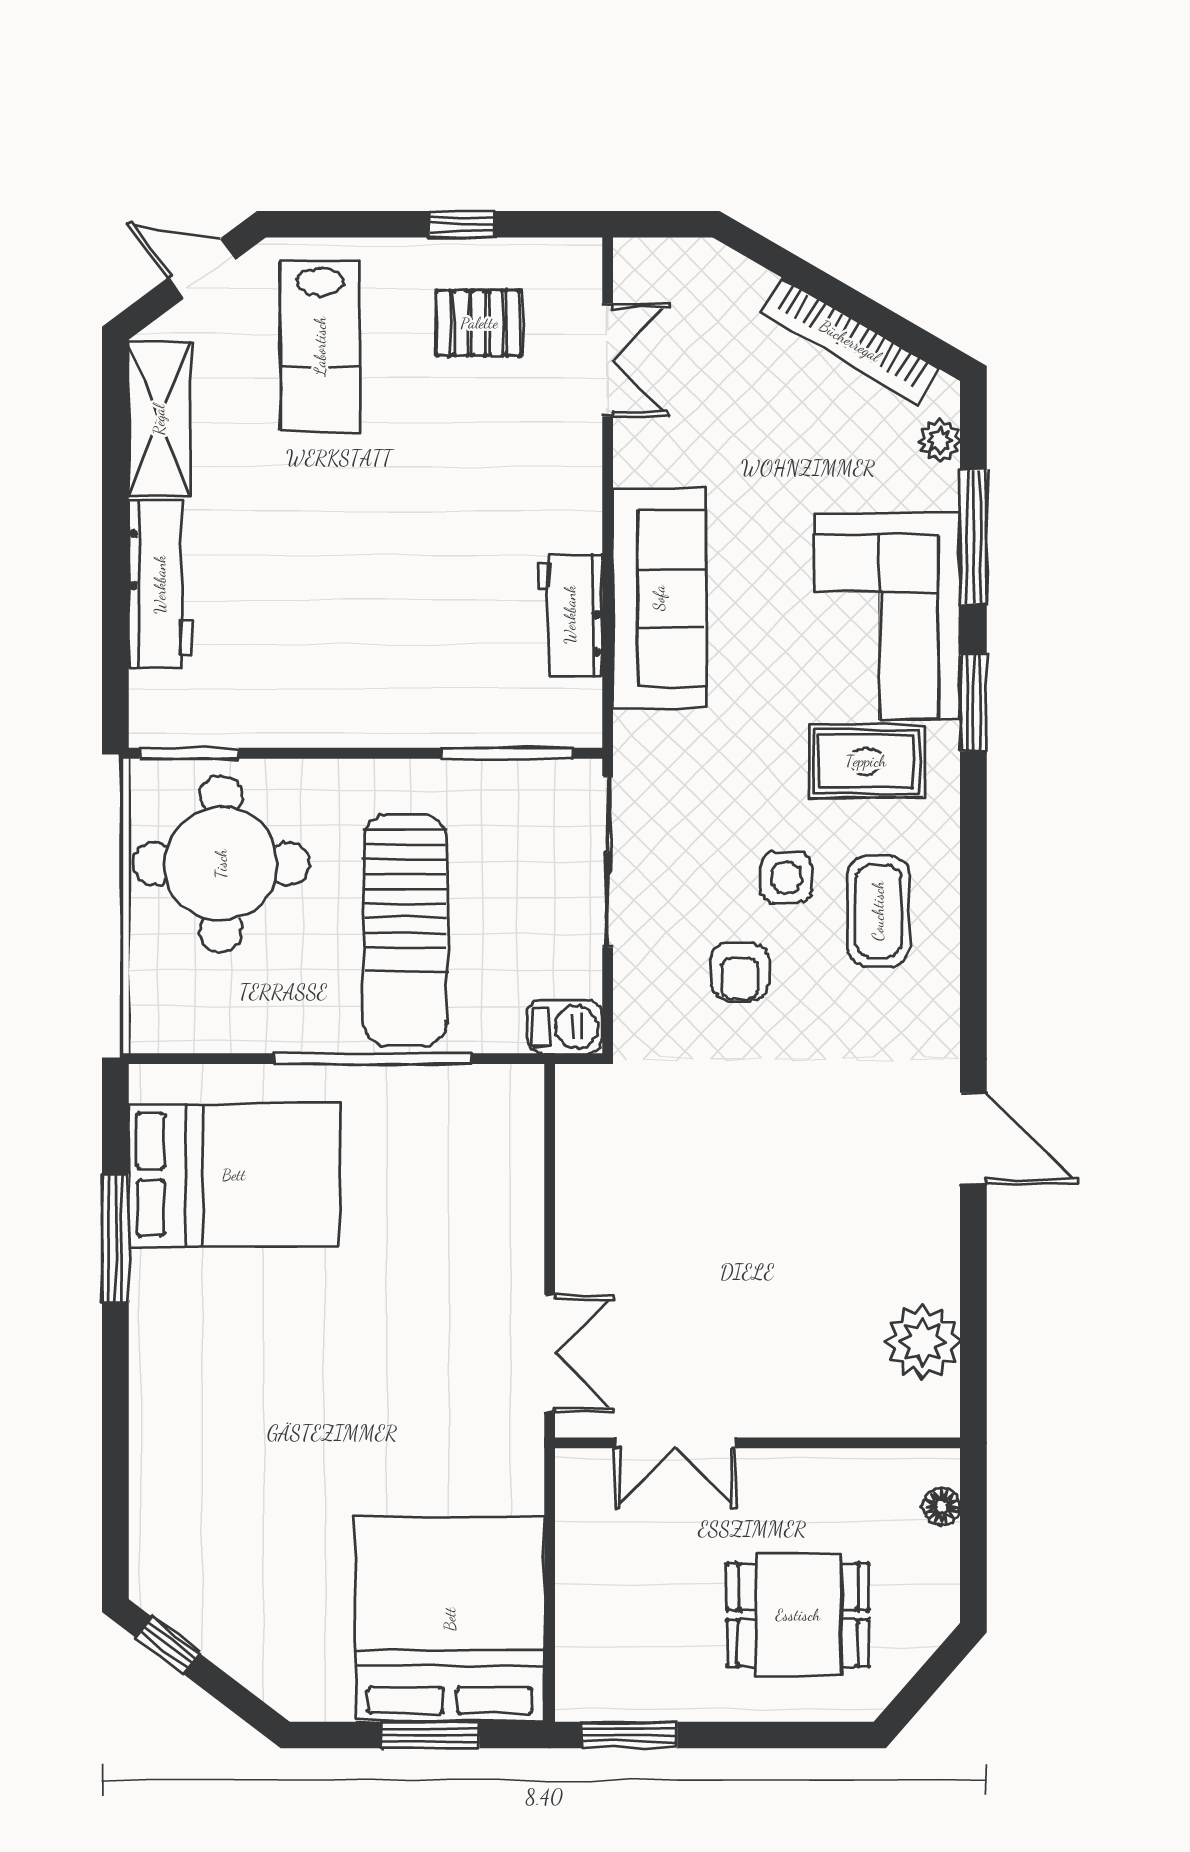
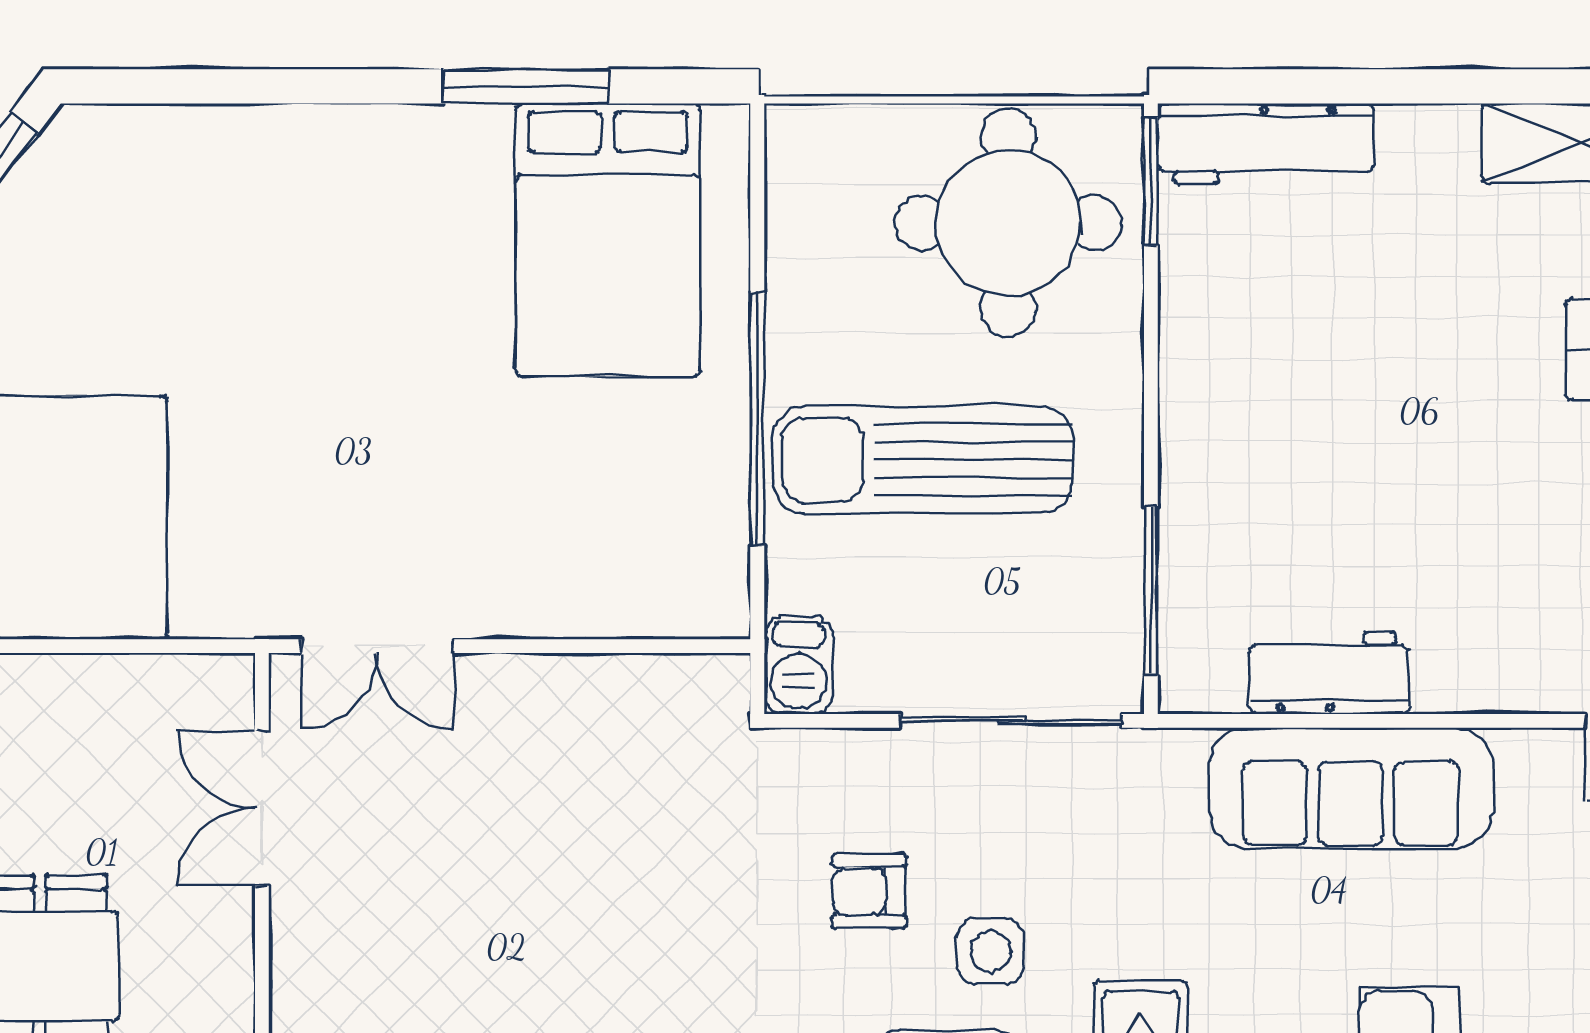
workbench: (160, 585) -> (1266, 144), moved

